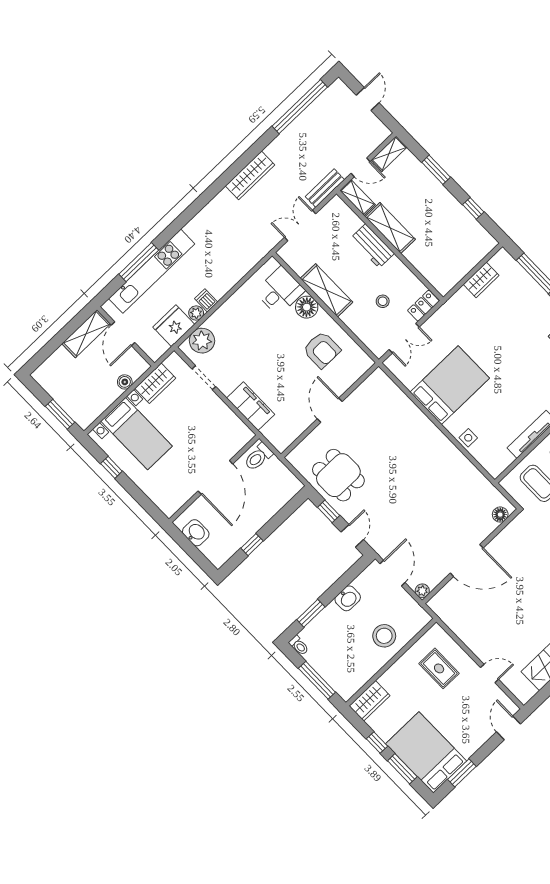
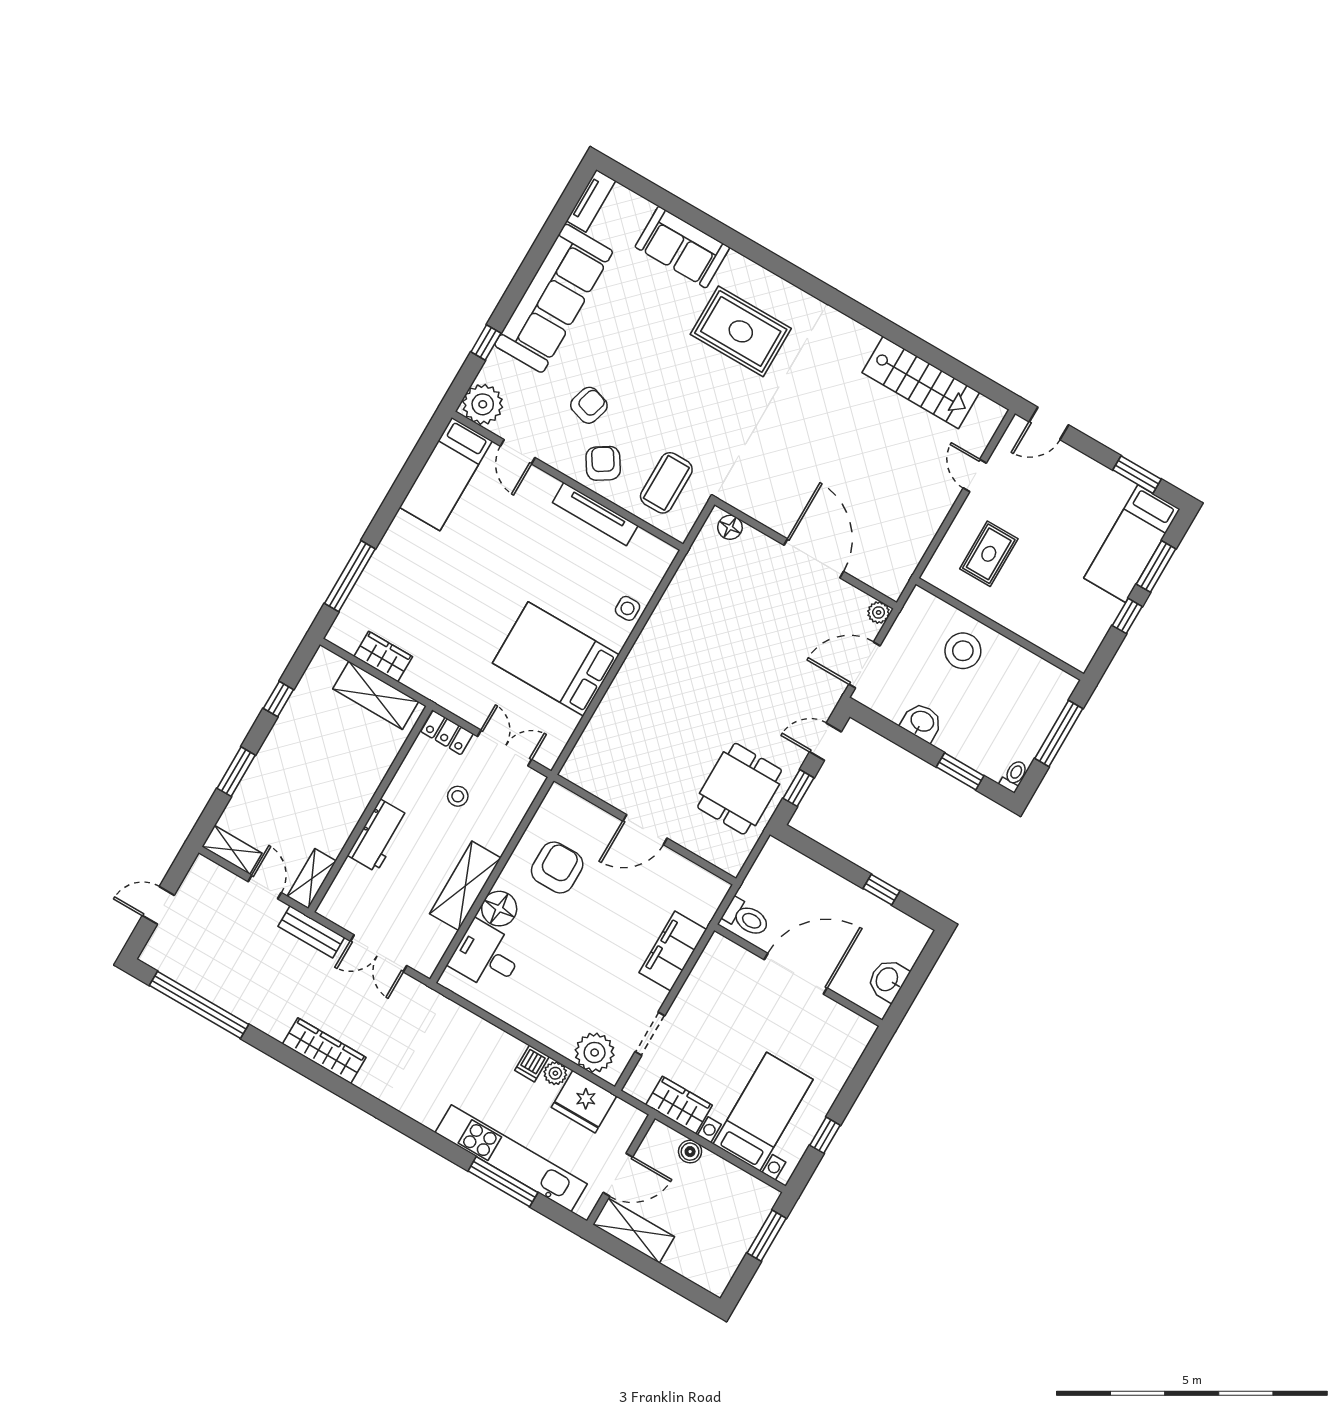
shelving: (390, 228) -> (376, 695), moved, turned 90
wardrobe: (369, 701) -> (1067, 645), removed
bed: (426, 752) -> (1132, 544), width x0.67

